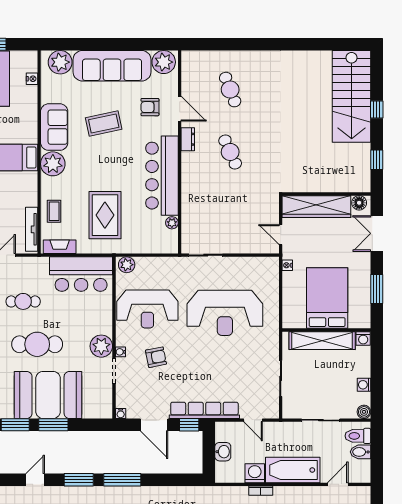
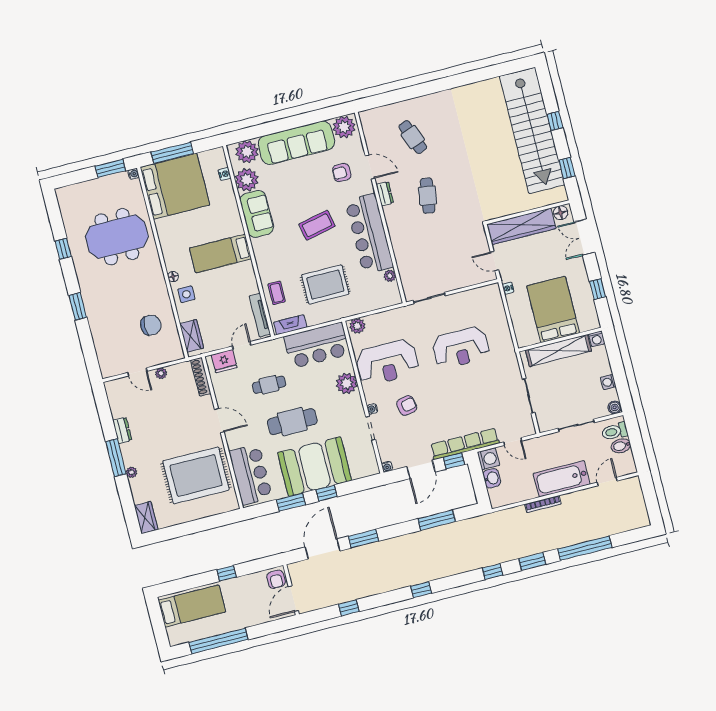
stairs: (352, 96) -> (532, 130), width x1.36
coffee table: (104, 124) -> (317, 225), moved
cafe table: (230, 152) -> (428, 196), turned 33
plant: (53, 164) -> (247, 180), moved
rug: (105, 215) -> (325, 284), turned 90
window: (377, 289) -> (598, 289), width x0.67
reception desk: (225, 313) -> (461, 348), width x0.74, depth x0.77
plant: (101, 346) -> (347, 383), moved
window: (53, 425) -> (327, 493), width x0.67
door: (154, 425) -> (421, 469), hinge flipped
washing machine: (255, 473) -> (489, 459), moved, turned 90
door: (35, 480) -> (323, 549), width x1.88
window: (122, 480) -> (437, 520), moved
bookcase: (261, 491) -> (543, 504), width x1.56

